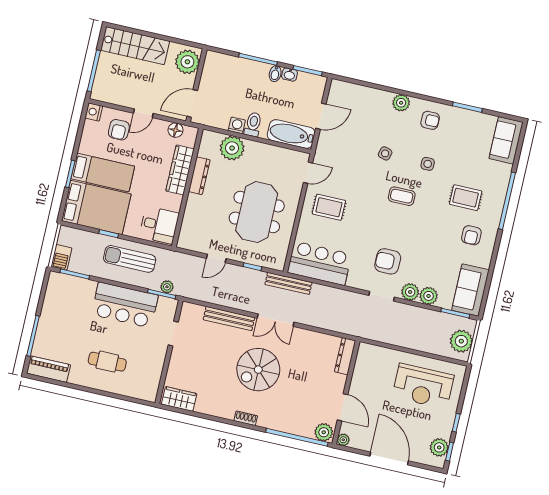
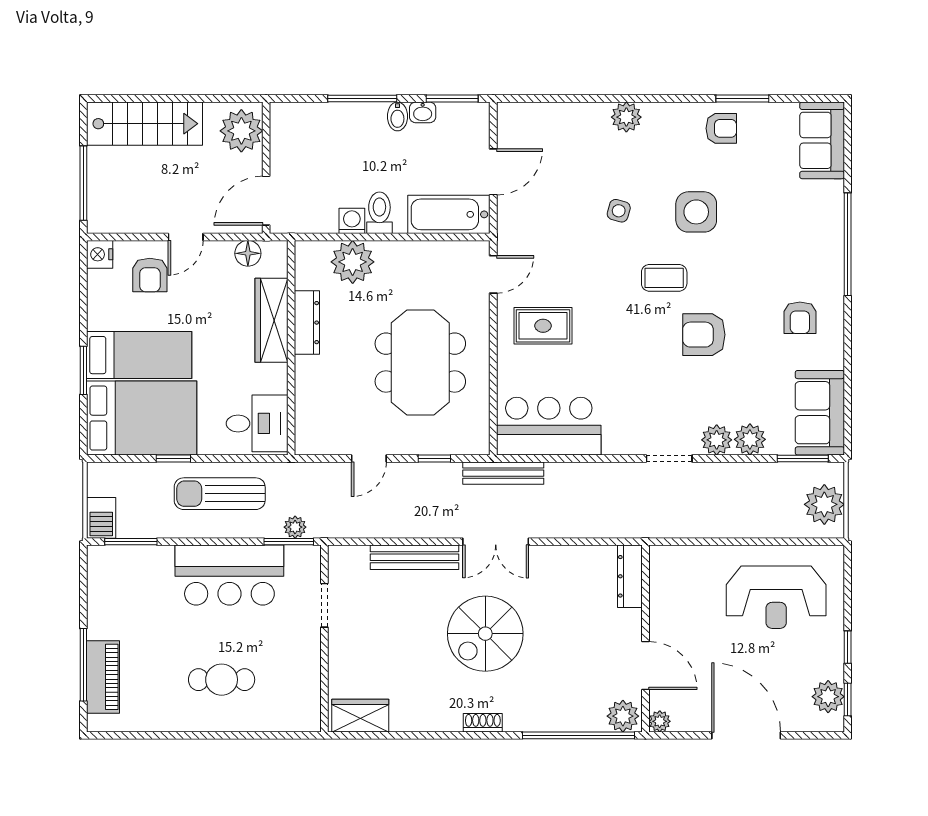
armchair: (430, 120) -> (721, 128), moved
side table: (428, 164) -> (696, 212), width x1.87, depth x1.87
rug: (466, 198) -> (775, 255), removed
armchair: (388, 261) -> (704, 335), moved
piano: (48, 369) -> (103, 677), moved, turned 90

